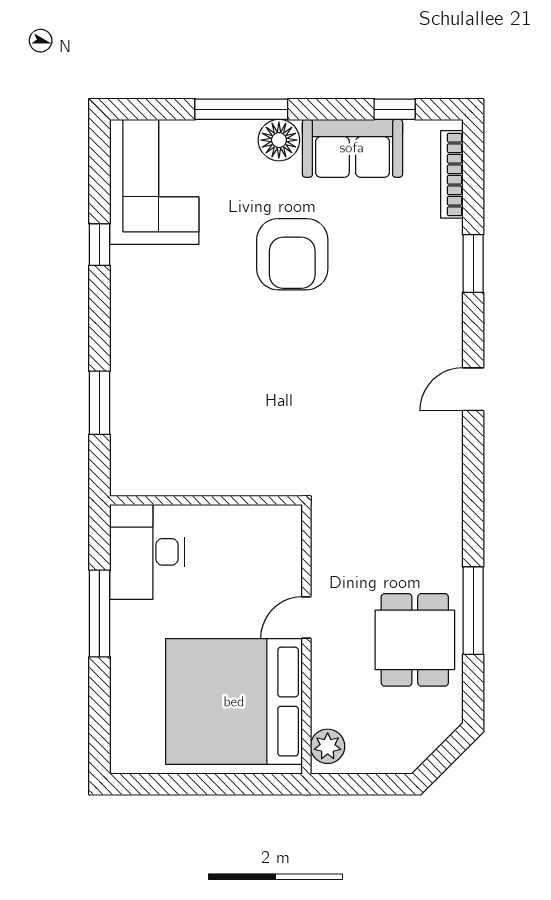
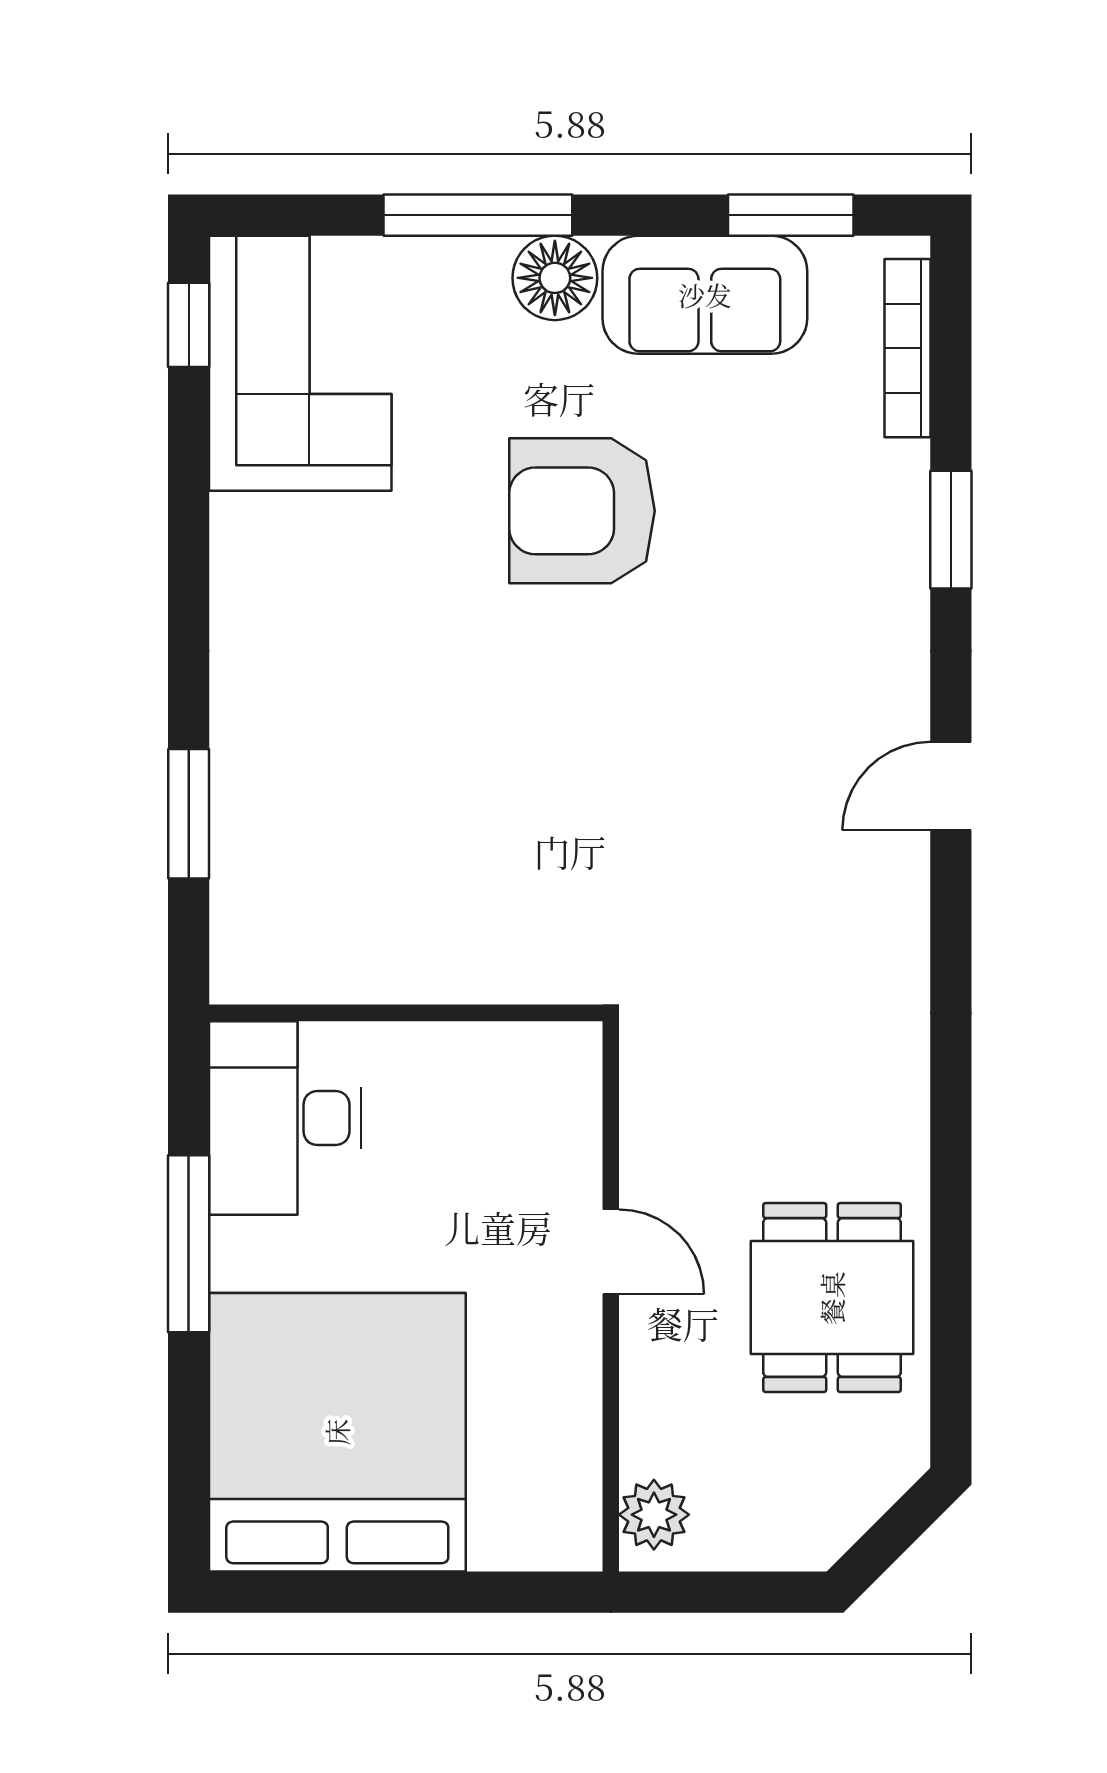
window: (395, 109) -> (791, 215), width x1.50
window: (99, 245) -> (189, 325), moved
armchair: (292, 254) -> (582, 511), turned 90
window: (473, 611) -> (951, 1238), removed
door: (306, 617) -> (611, 1252), swing flipped
bed: (234, 702) -> (337, 1432), moved, turned 90

